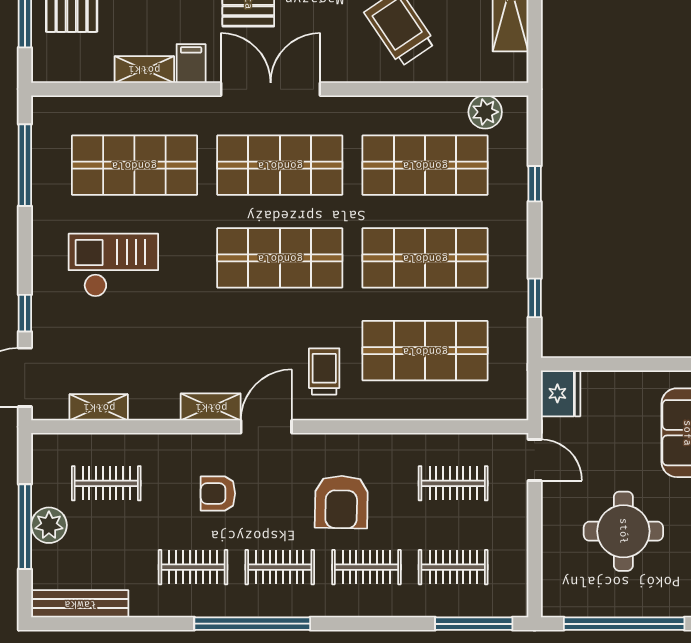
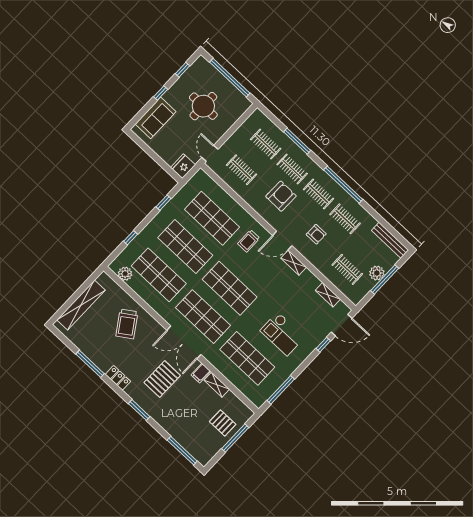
window: (474, 624) -> (297, 141), moved

